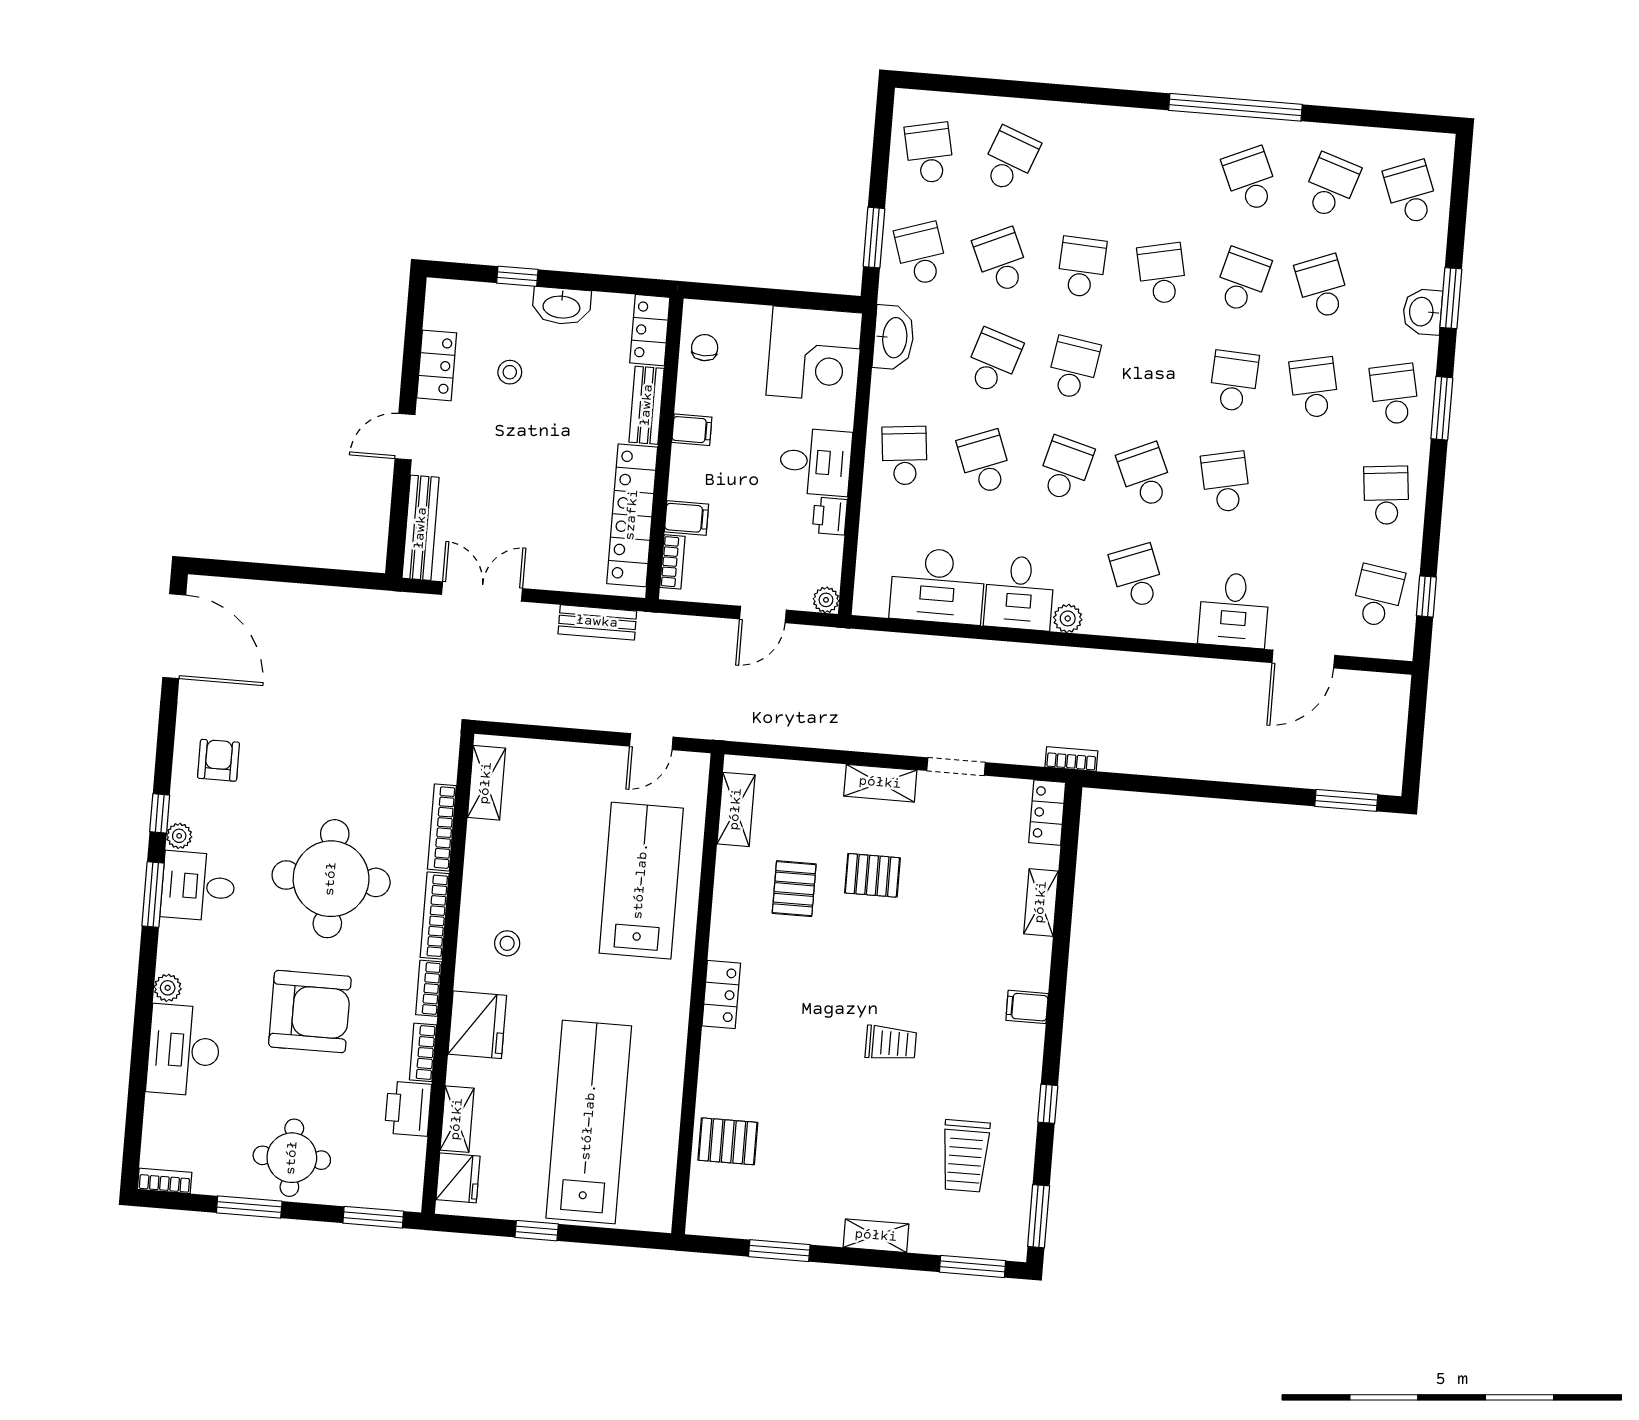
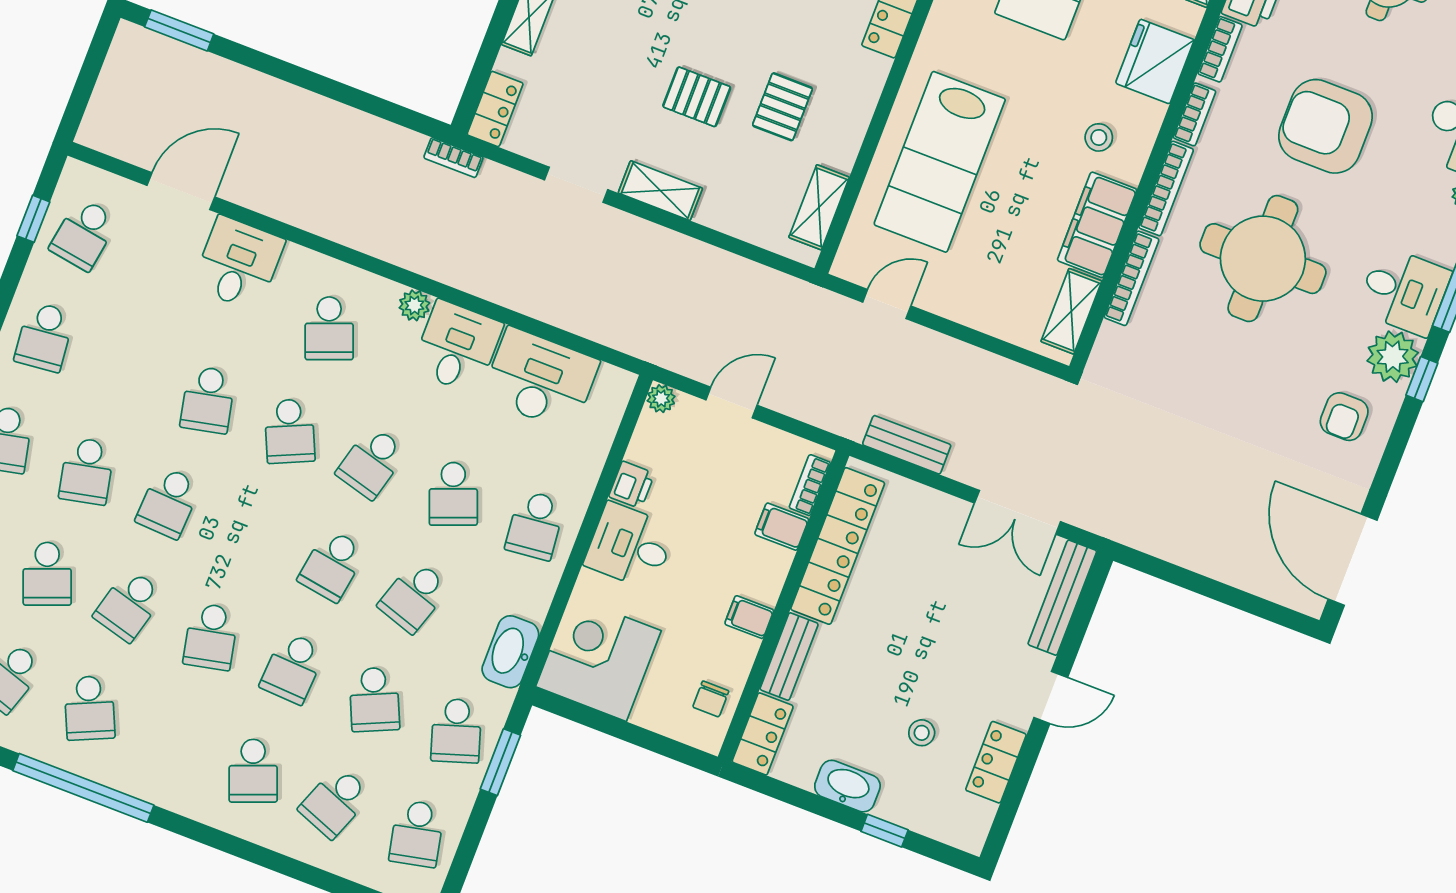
school desk: (1090, 166) -> (253, 771), added
plant: (179, 836) -> (1393, 357), width x1.87, depth x1.87
filing cabinet: (486, 866) -> (1097, 225), added

